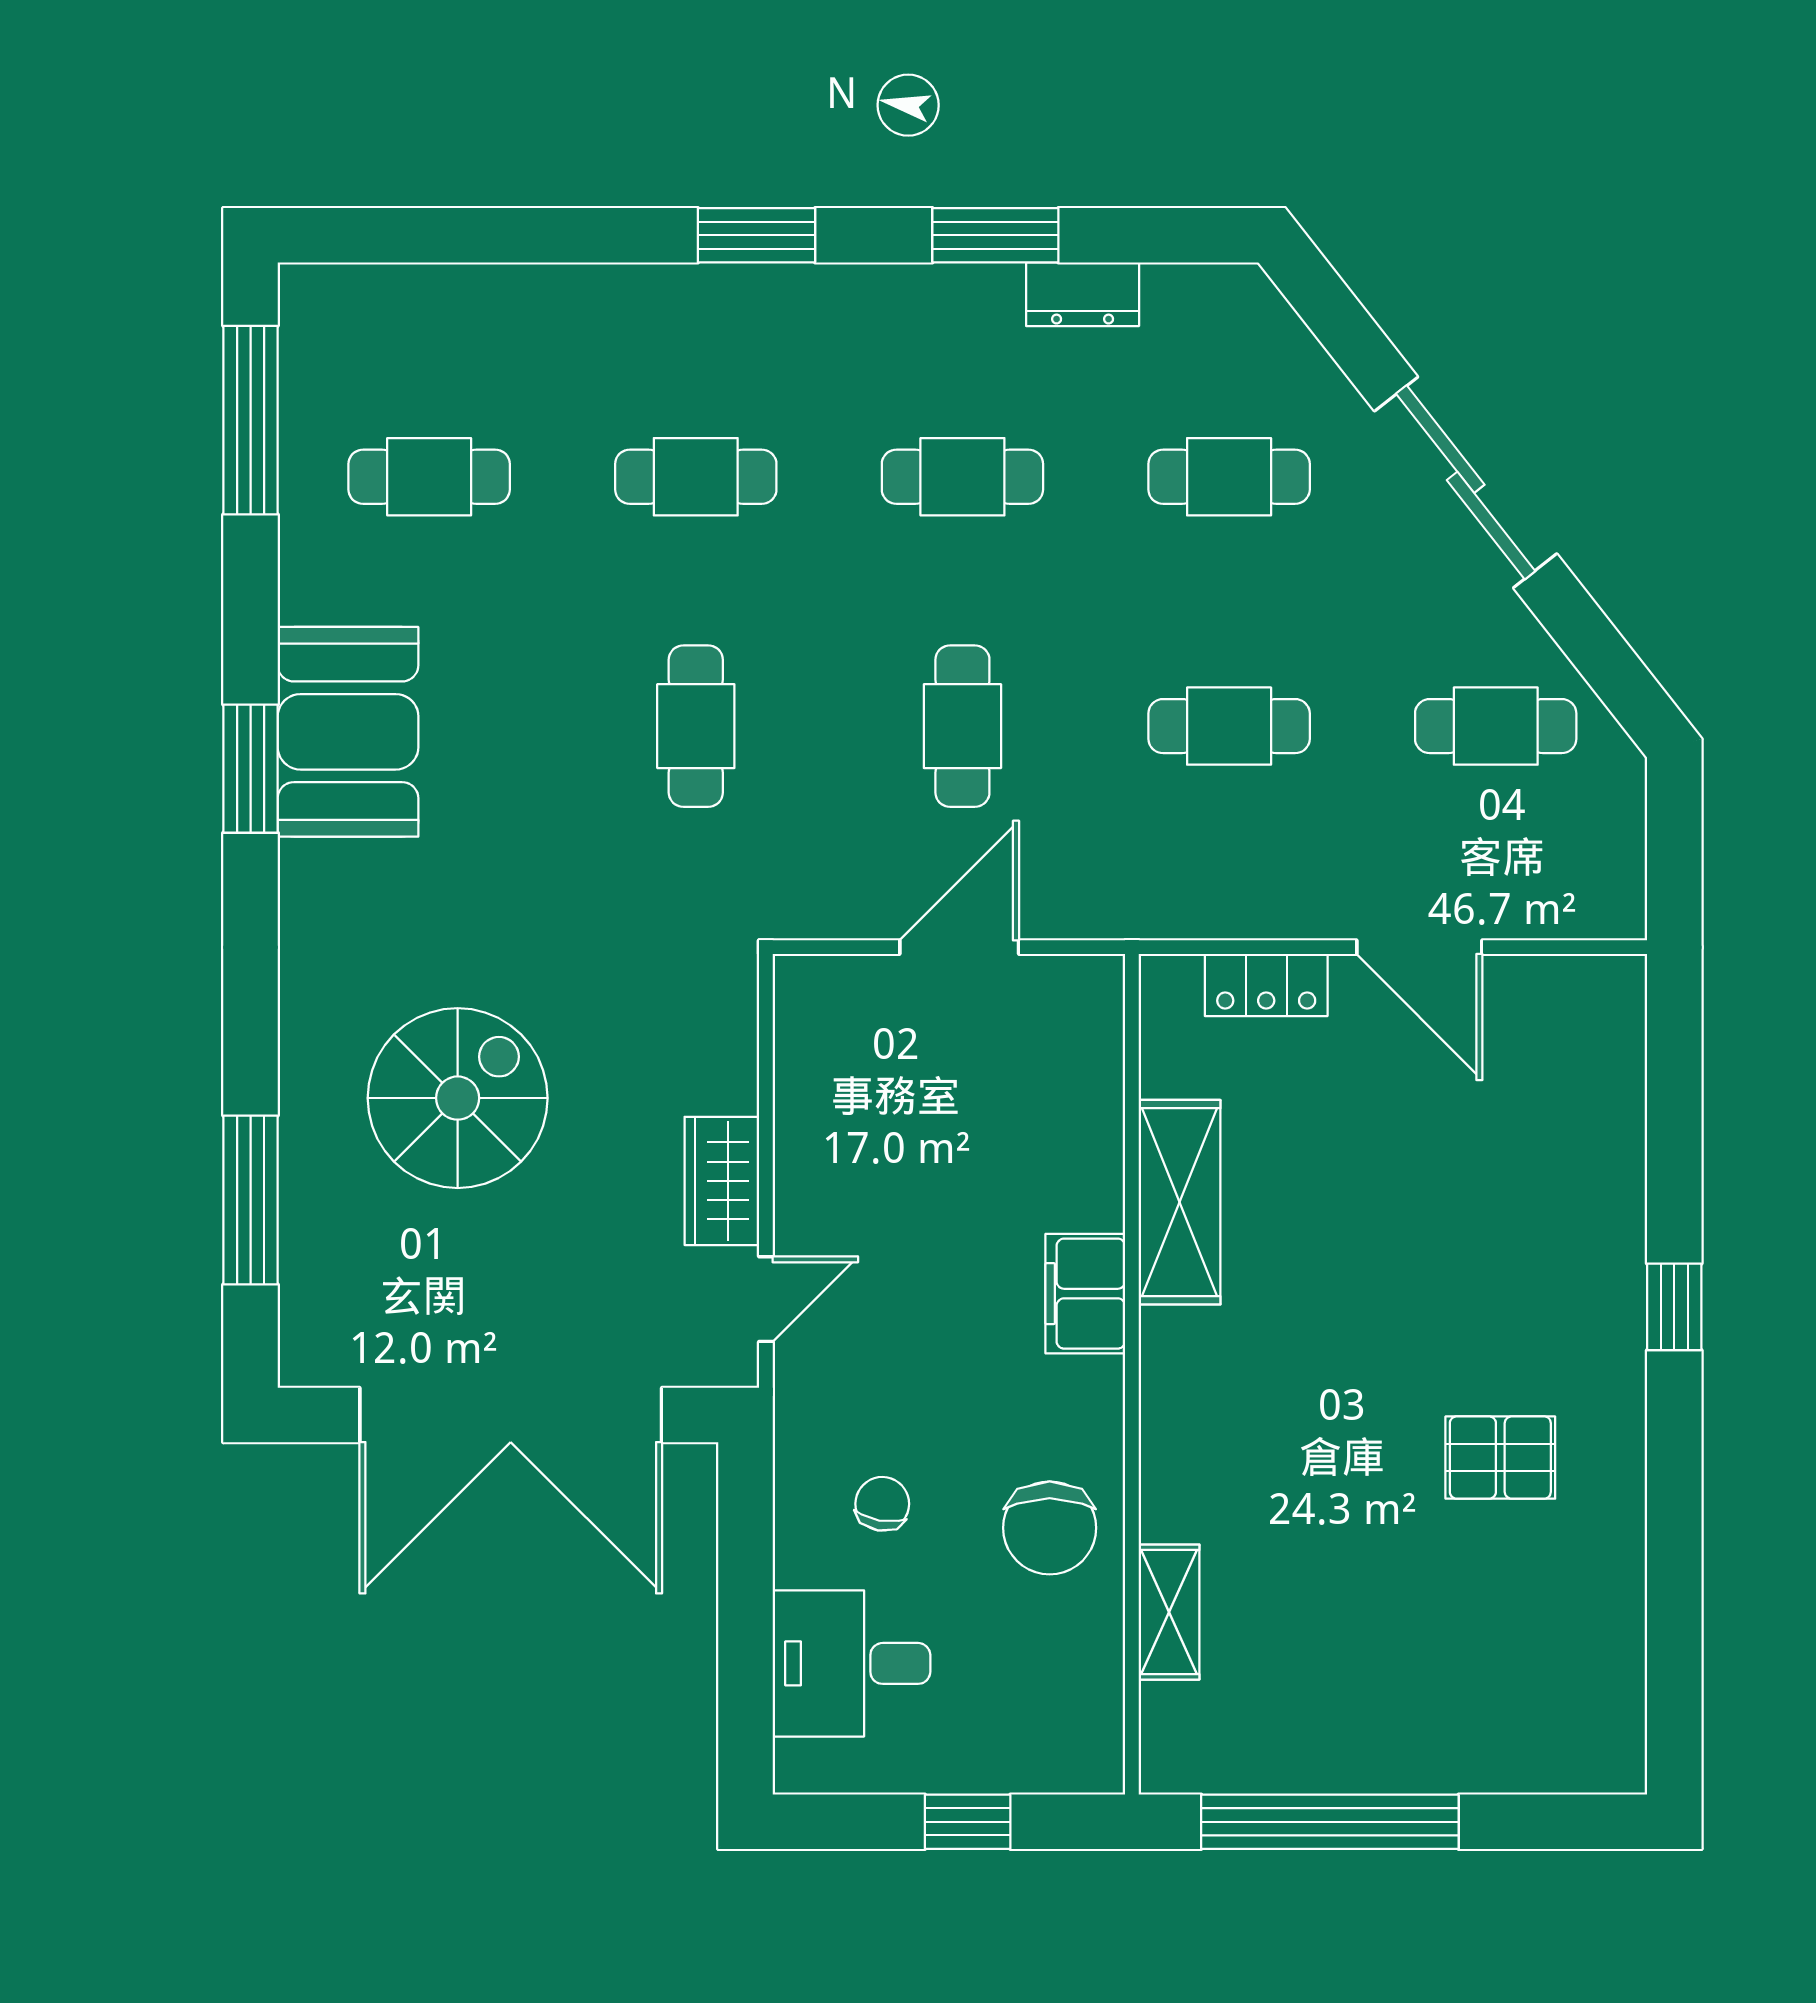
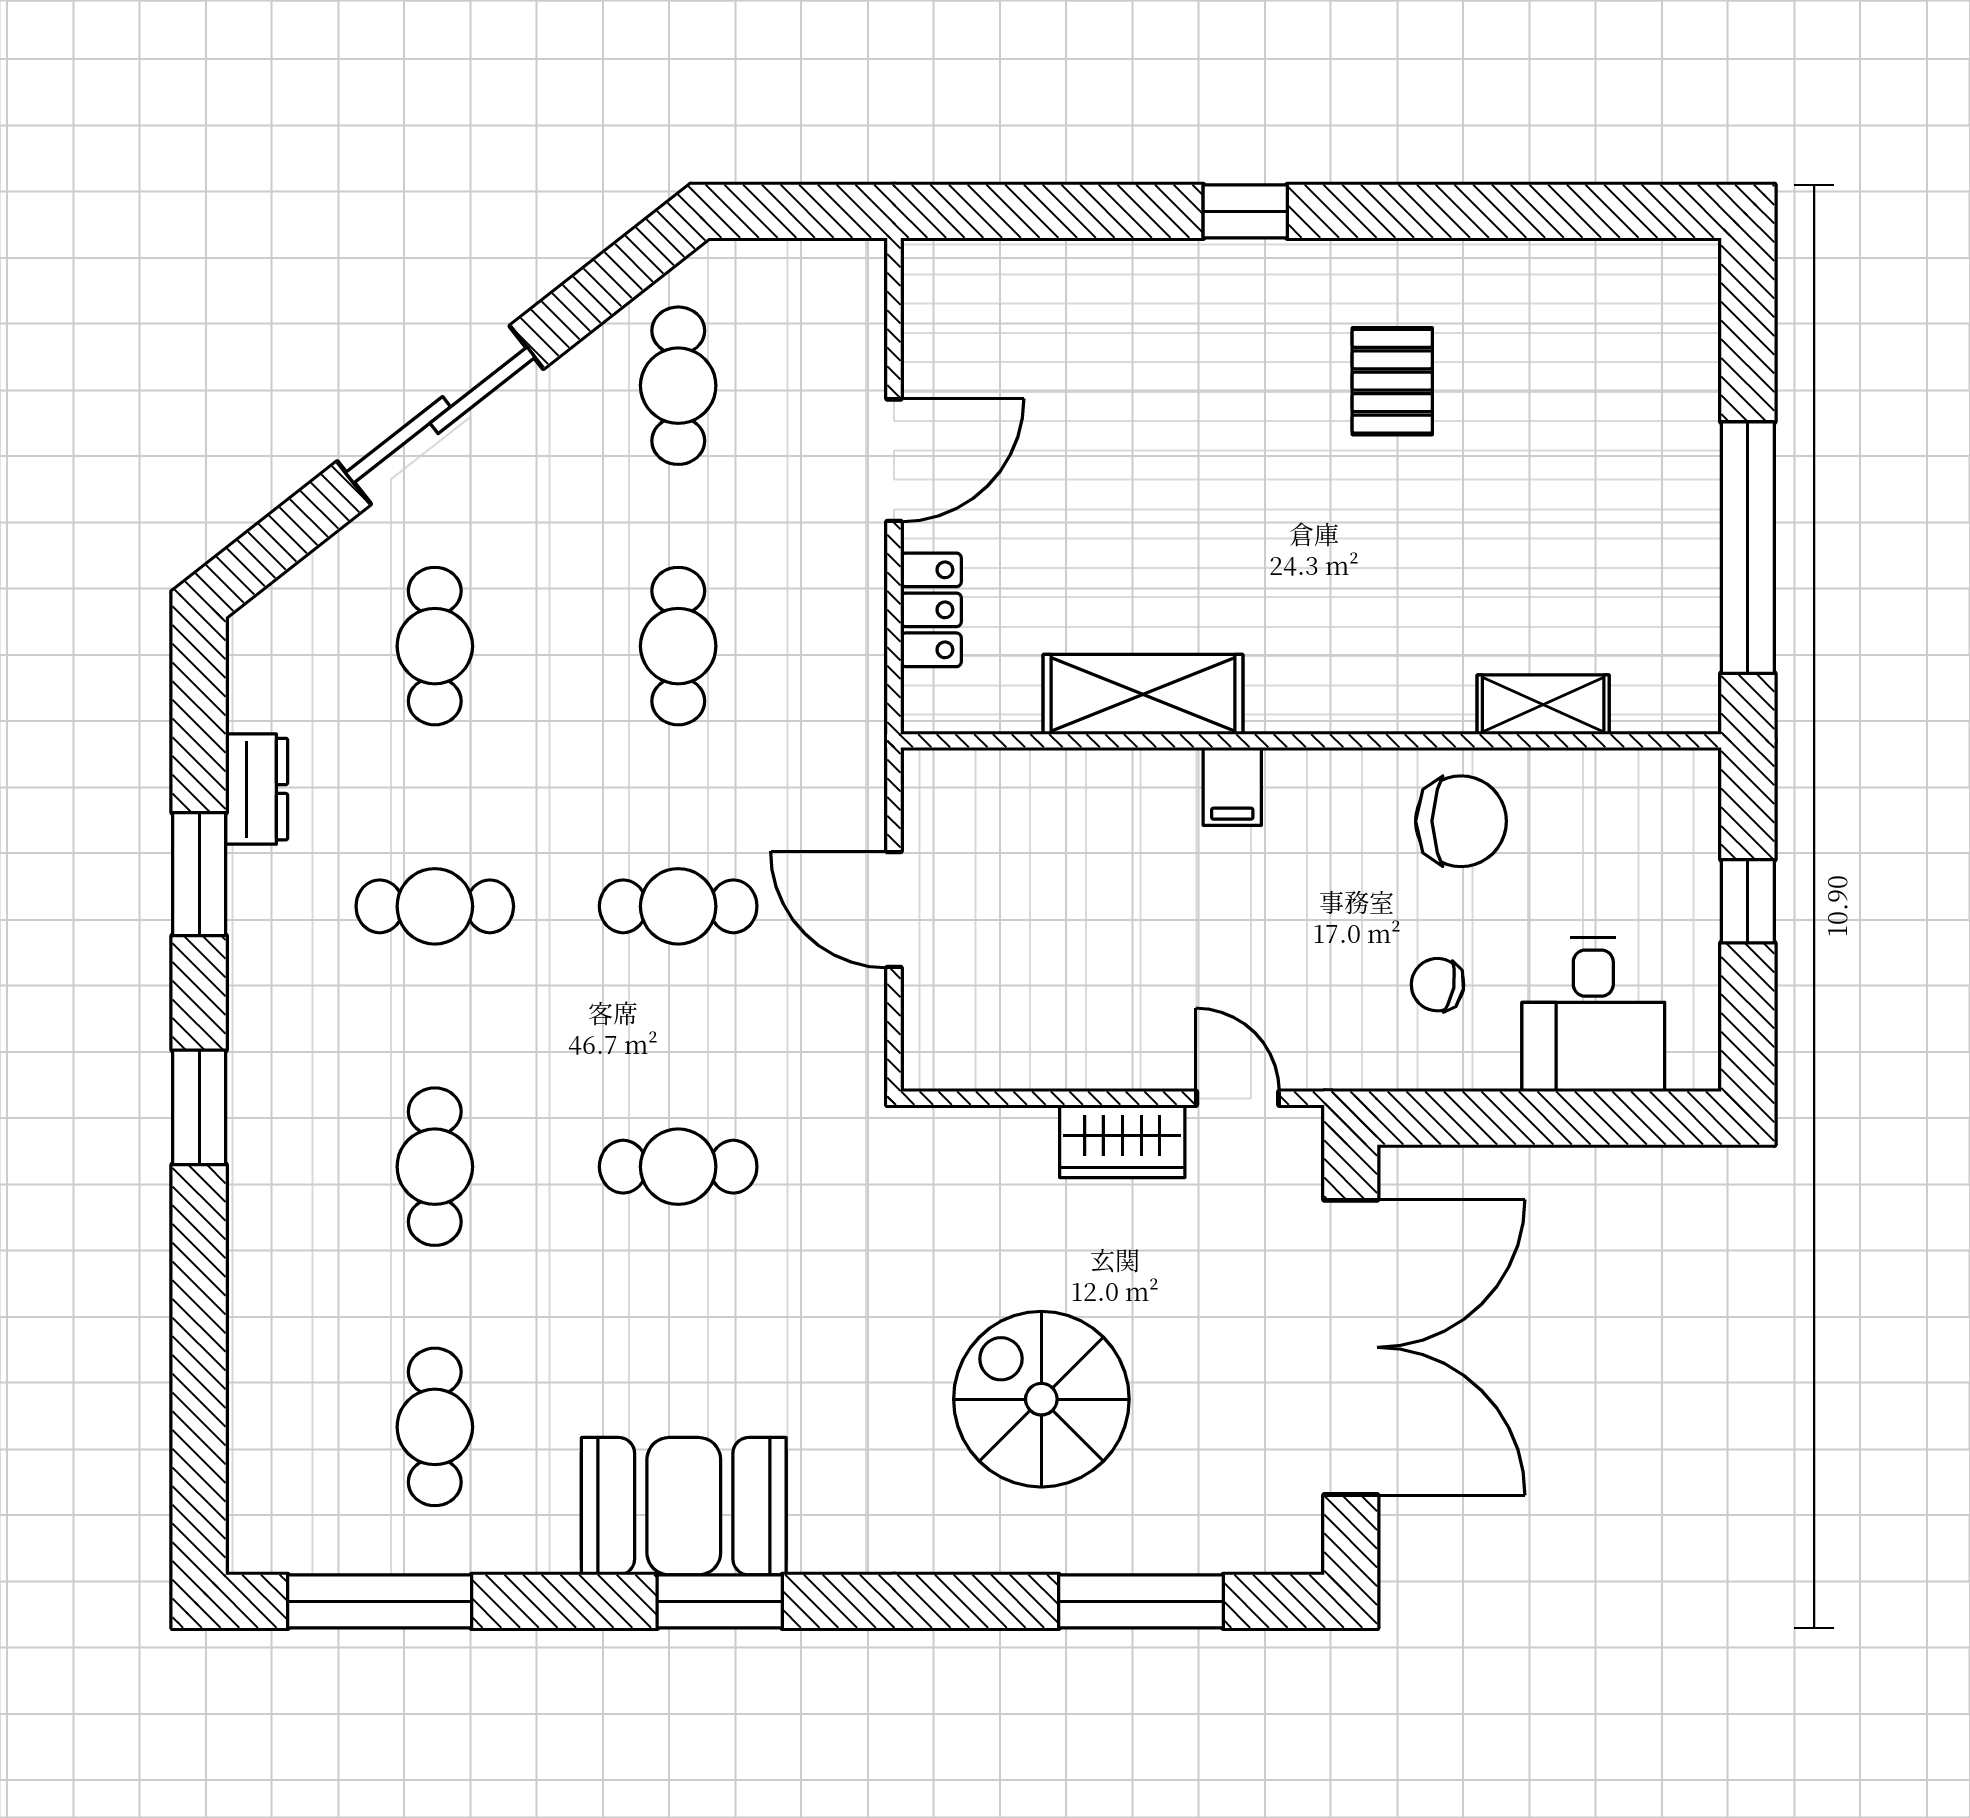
cafe table: (962, 477) -> (435, 906), turned 90
filing cabinet: (1085, 1294) -> (1232, 786), width x0.50

